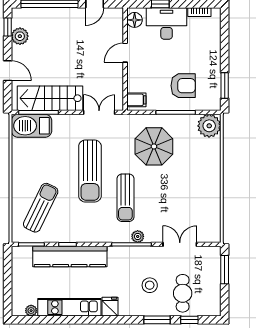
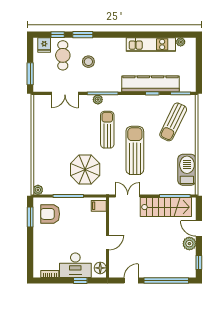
plant: (20, 36) -> (189, 244), moved
armchair: (183, 86) -> (50, 214), moved
double door: (99, 112) -> (128, 196), swing flipped
barbecue: (32, 126) -> (187, 170), moved, turned -90
plant: (209, 126) -> (38, 190), width x0.53, depth x0.53
fridge: (110, 307) -> (44, 45), moved

